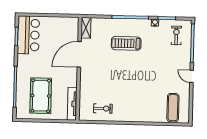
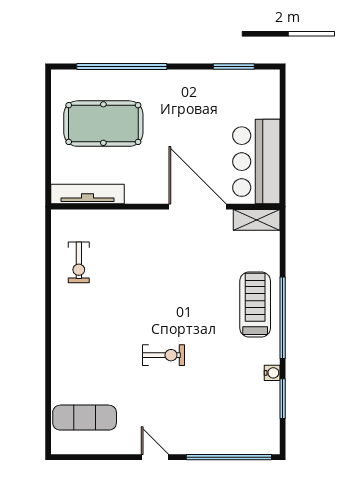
bar counter: (28, 35) -> (256, 162), moved, turned 90
exercise bike: (176, 35) -> (164, 355), moved
treadmill: (126, 43) -> (255, 304), moved
door: (192, 76) -> (155, 457), hinge flipped

